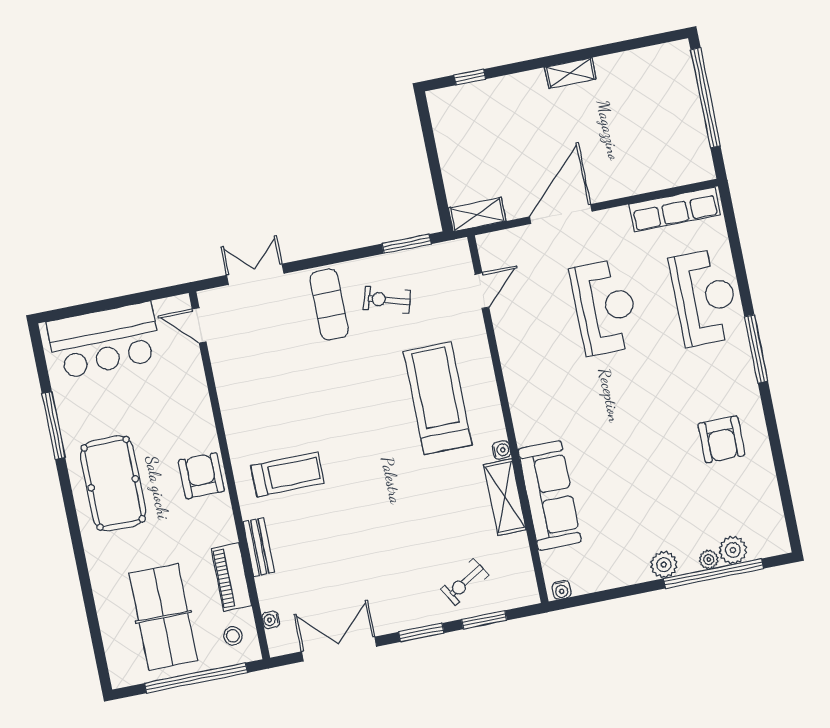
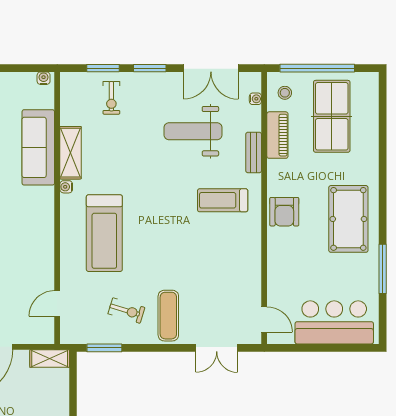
weight bench: (346, 559) -> (193, 131), added
exercise bike: (465, 582) -> (111, 98), turned 121

